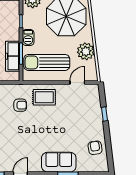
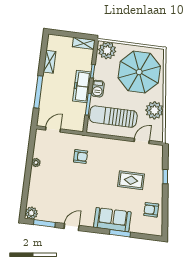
freezer: (13, 56) -> (82, 86), moved
rug: (44, 97) -> (131, 180), moved
armchair: (95, 148) -> (151, 210), turned -81

